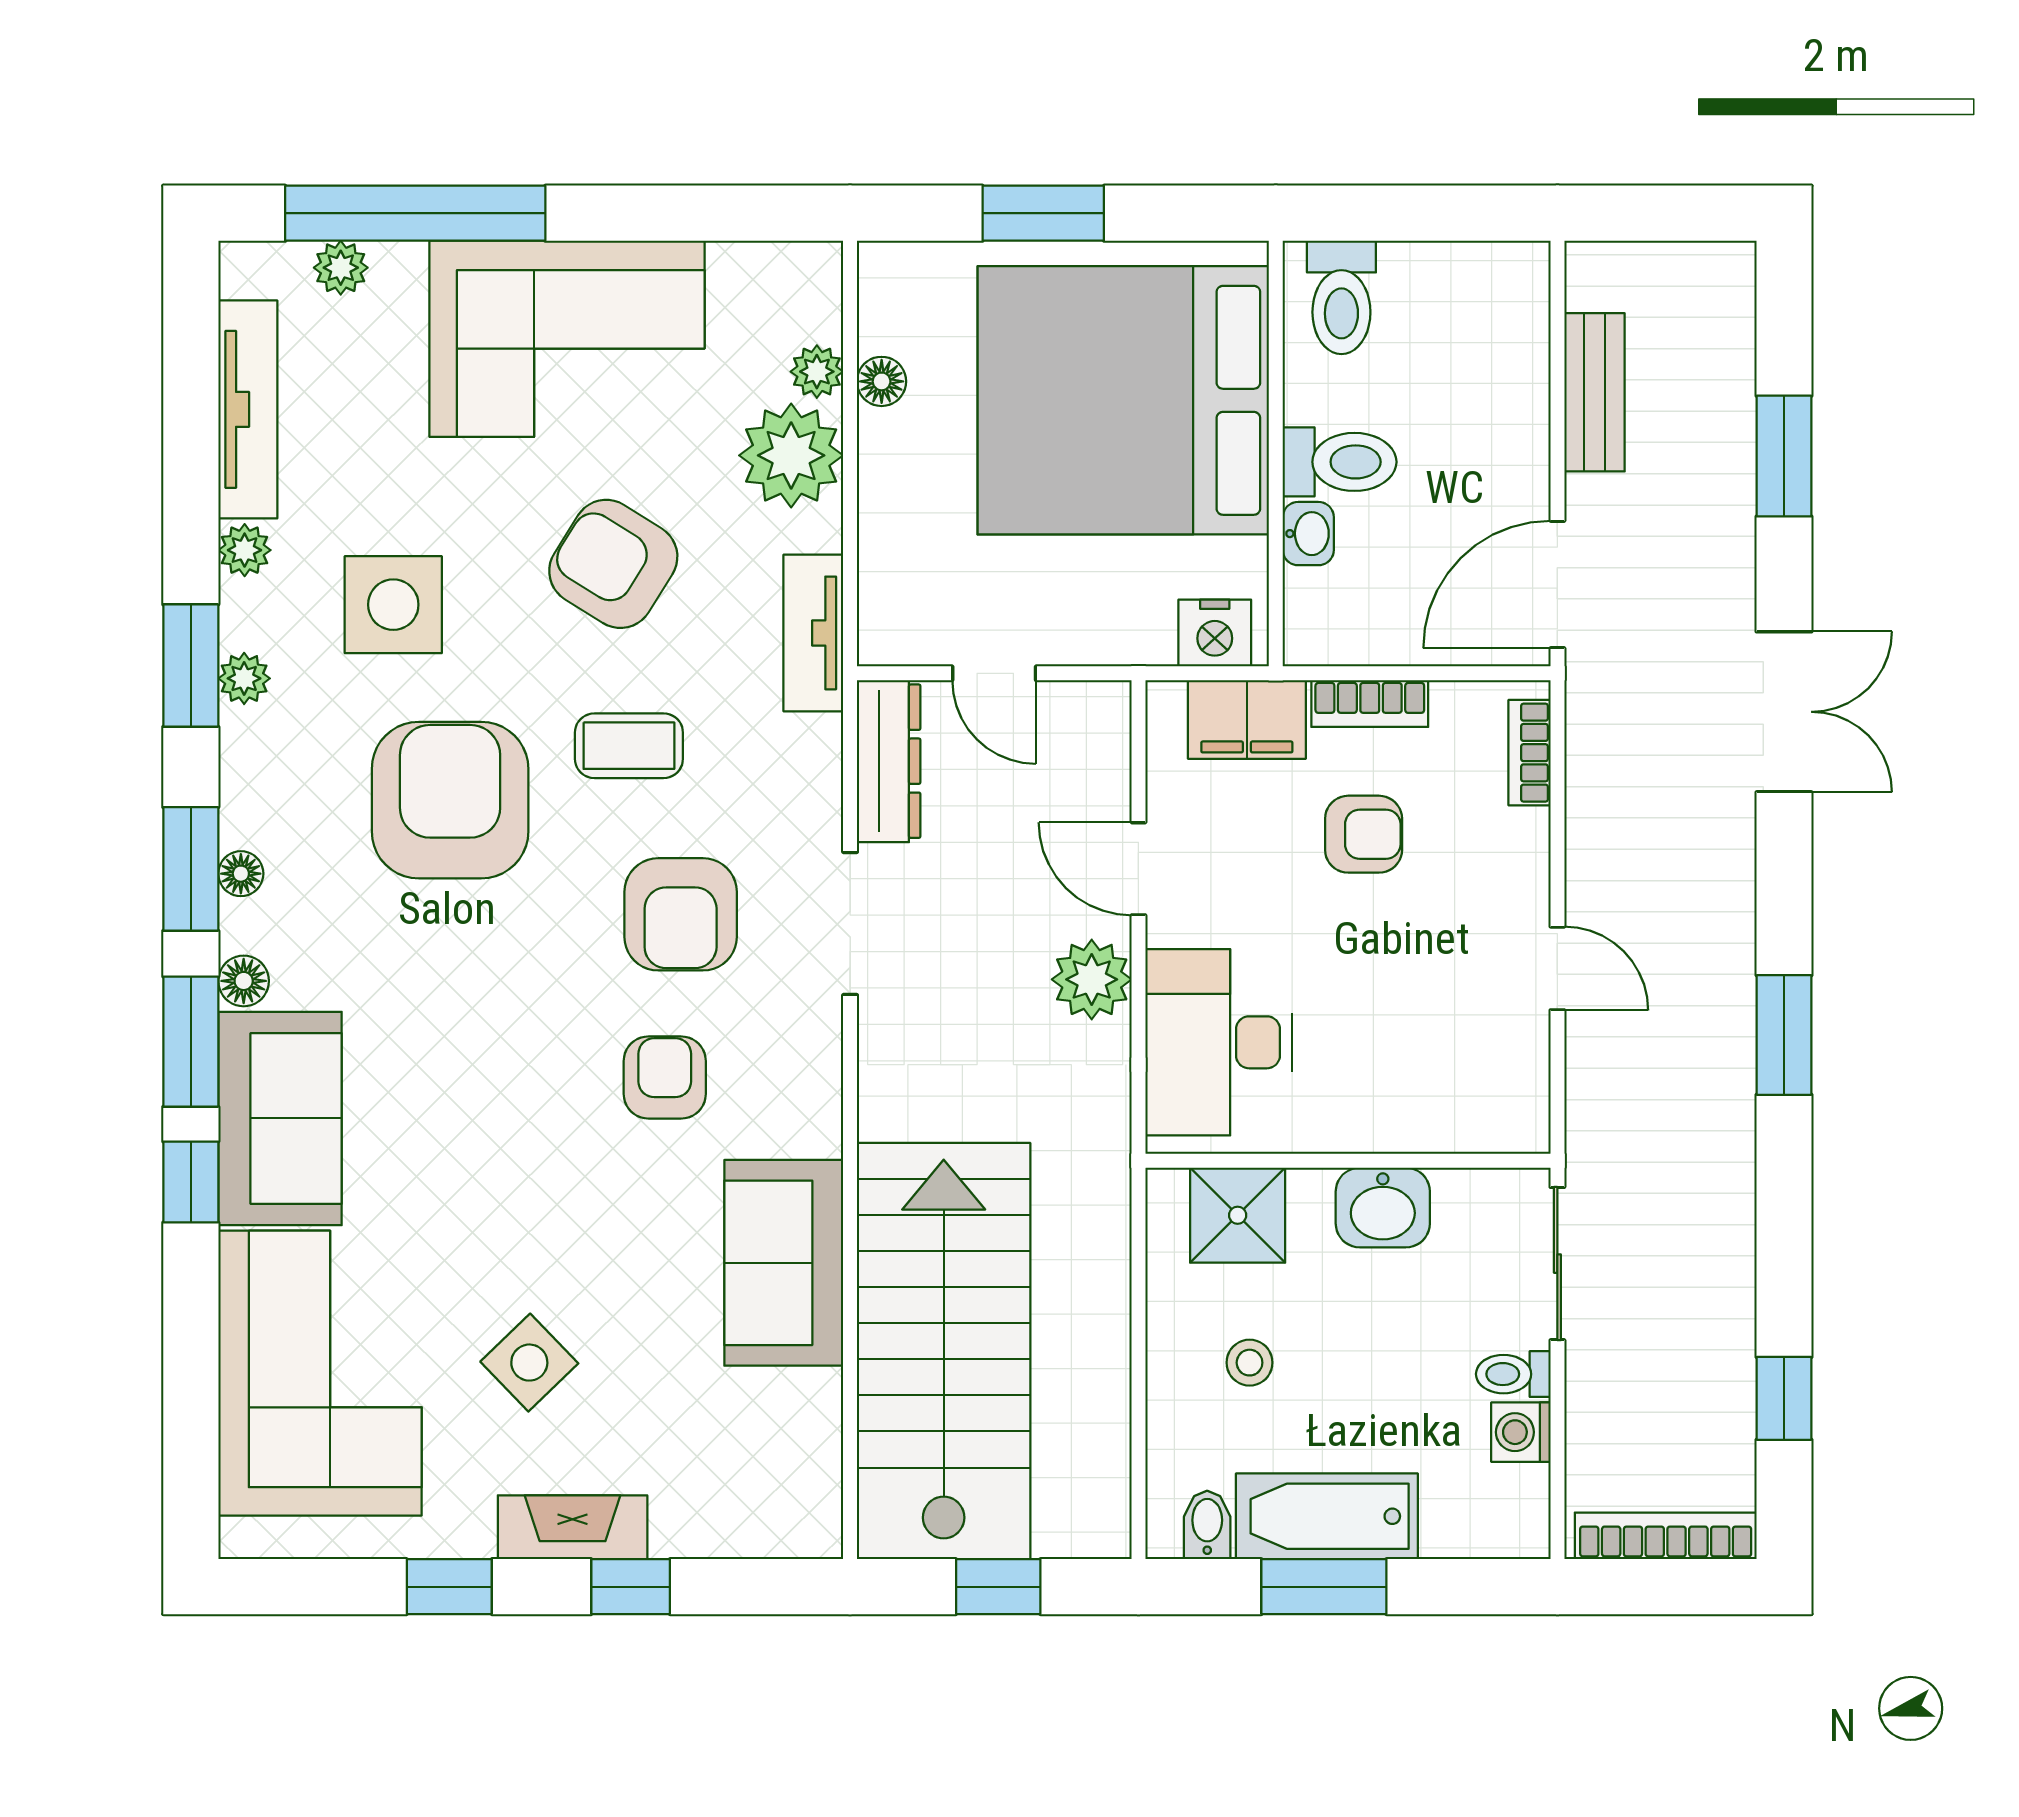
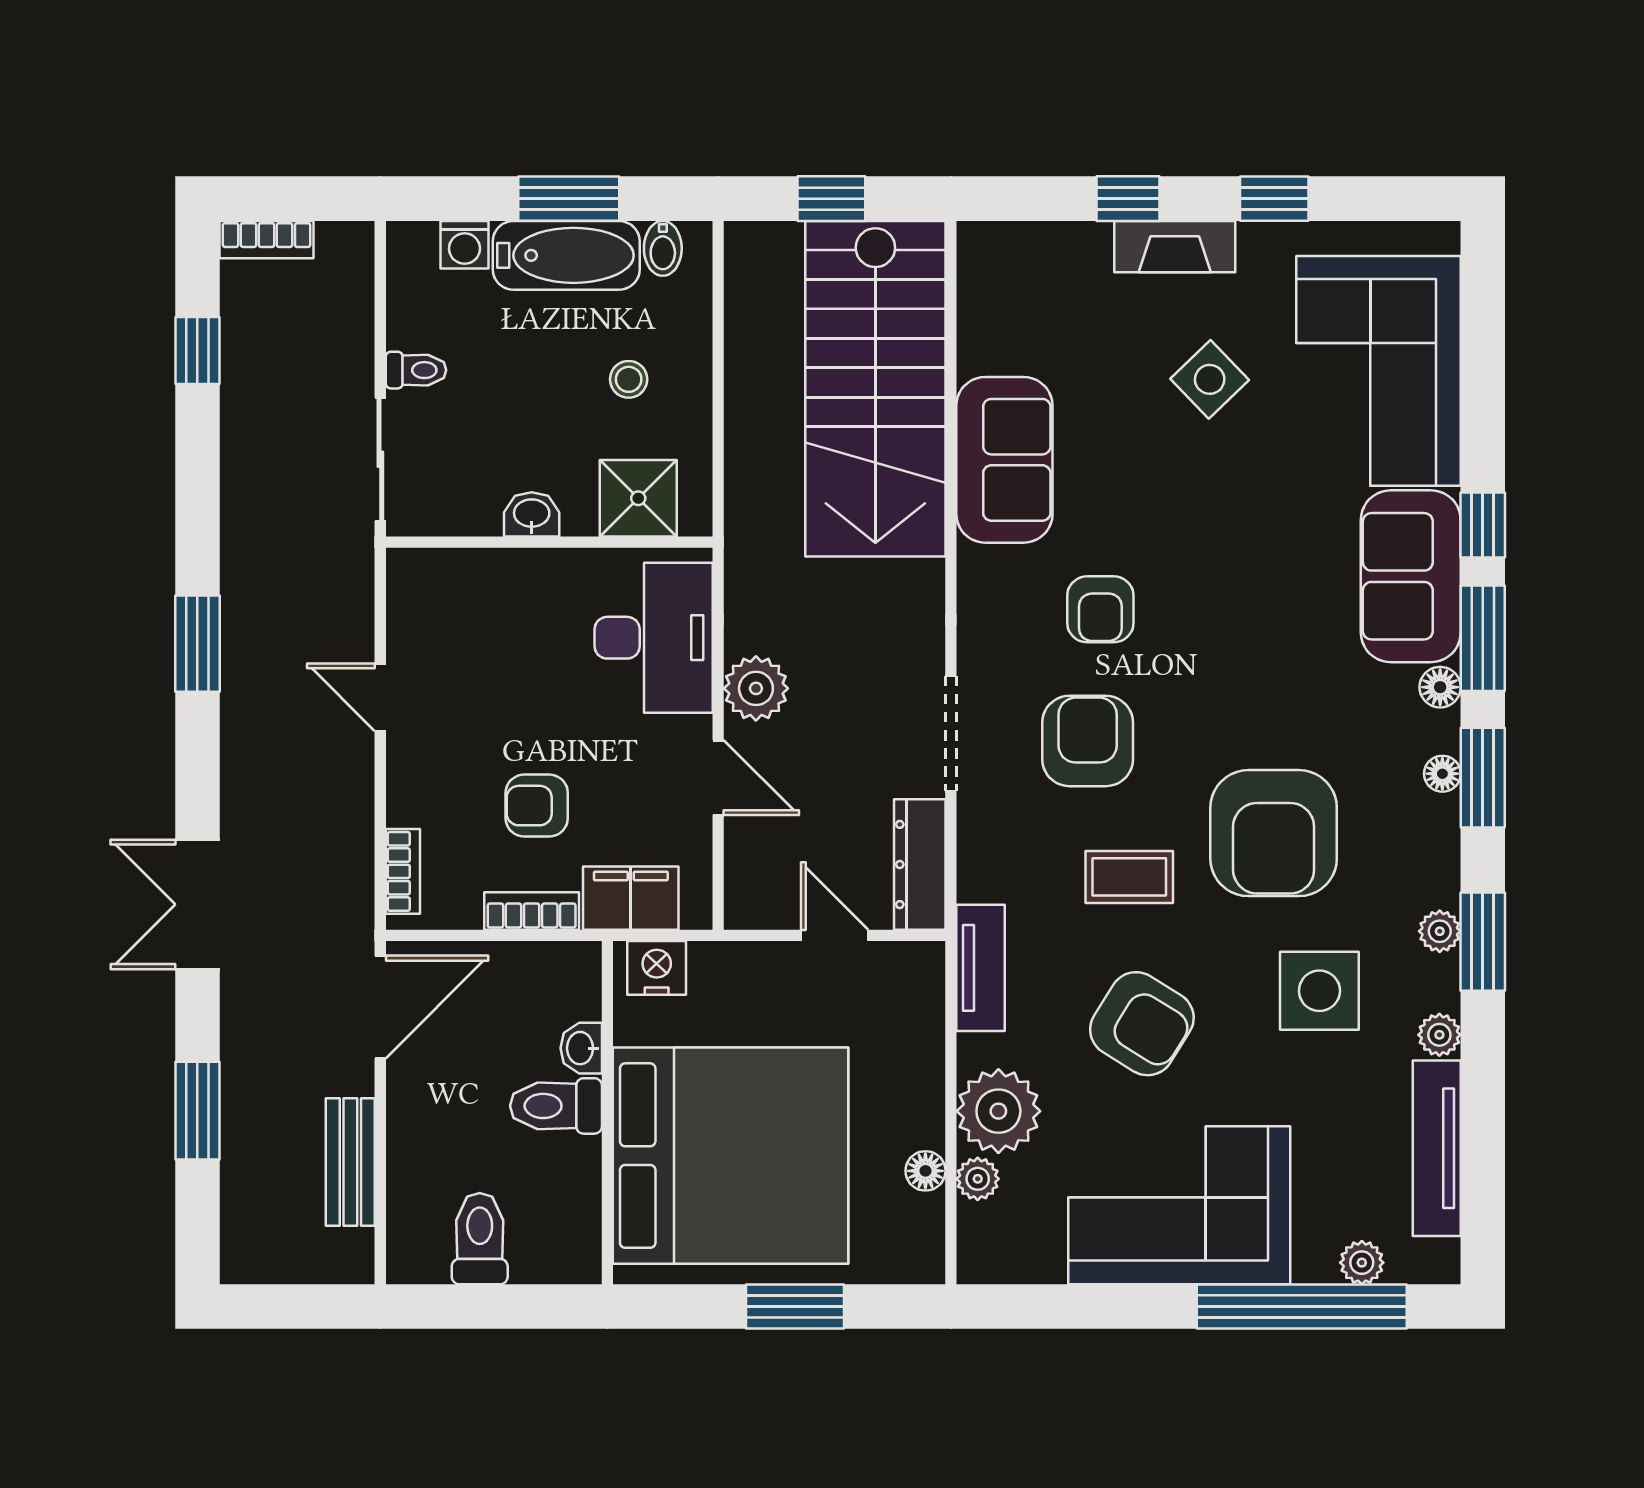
toilet: (1341, 297) -> (480, 1239), moved
washbasin: (1383, 1208) -> (532, 514), width x0.72, depth x0.69
washing machine: (1521, 1432) -> (465, 245), moved, turned 90
bookcase: (1666, 1536) -> (267, 240), width x0.64

